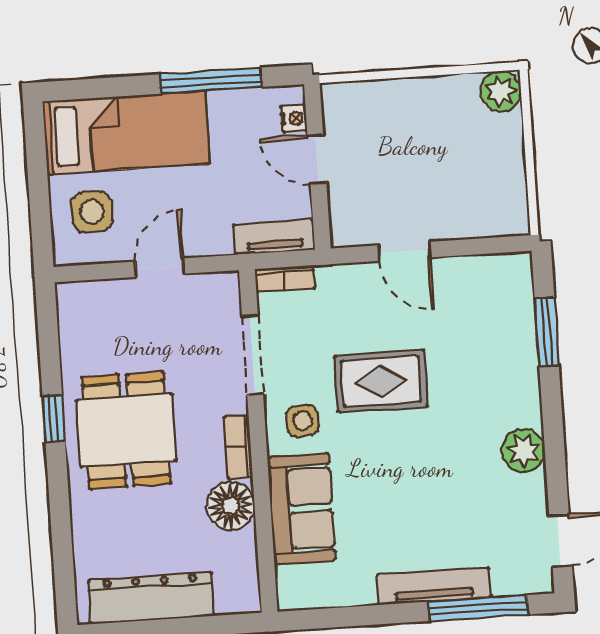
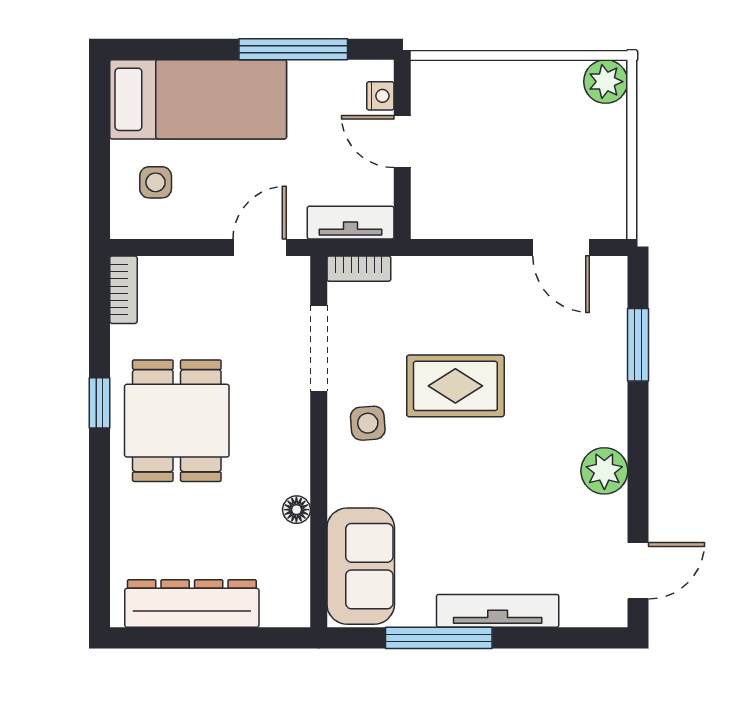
side table: (92, 212) -> (156, 182), width x0.73, depth x0.73
door: (404, 251) -> (561, 247), moved
door: (160, 268) -> (260, 247), moved
bookcase: (238, 447) -> (123, 290), moved, turned 180
floor lamp: (231, 506) -> (296, 510), width x0.53, depth x0.53
sofa: (302, 509) -> (361, 566), moved
window: (478, 608) -> (439, 638), moved

